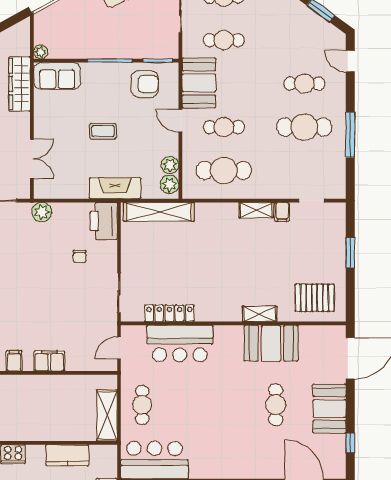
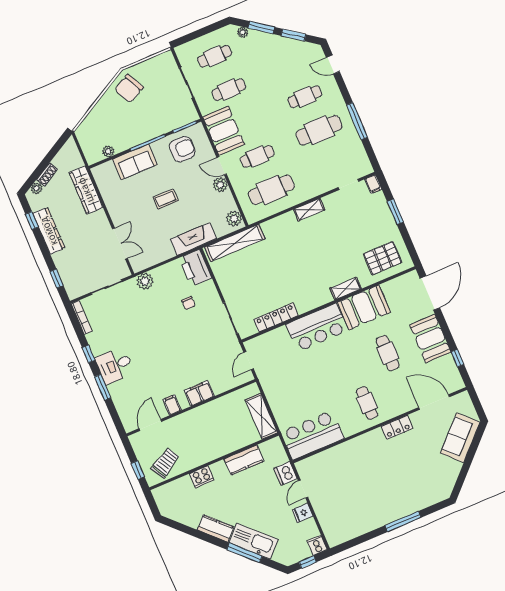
plant: (41, 52) -> (108, 151), moved
sofa: (57, 76) -> (135, 162), moved
plant: (170, 165) -> (220, 185), moved
filing cabinet: (282, 212) -> (373, 184), moved
bar counter: (180, 343) -> (317, 327), moved
cafe table: (142, 405) -> (367, 403), moved

